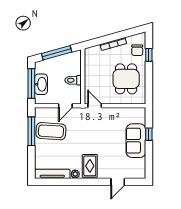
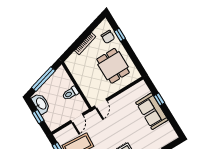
window: (31, 84) -> (38, 117), width x0.46
washbasin: (41, 84) -> (41, 104), moved
door: (95, 106) -> (101, 103), swing flipped

